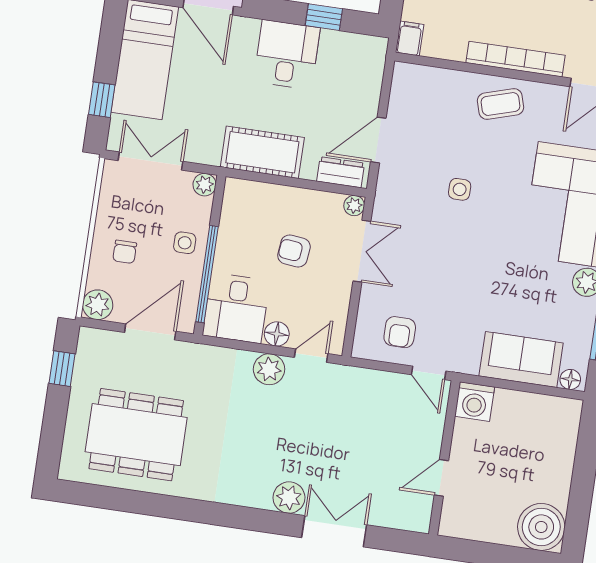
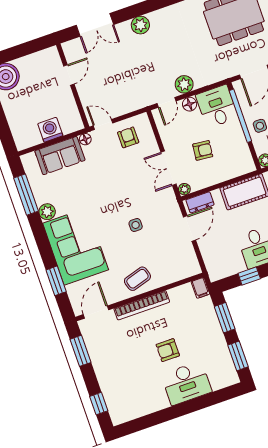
floor lamp: (570, 379) -> (85, 139), moved
washing machine: (475, 402) -> (50, 130), moved
double door: (334, 531) -> (95, 25), moved

